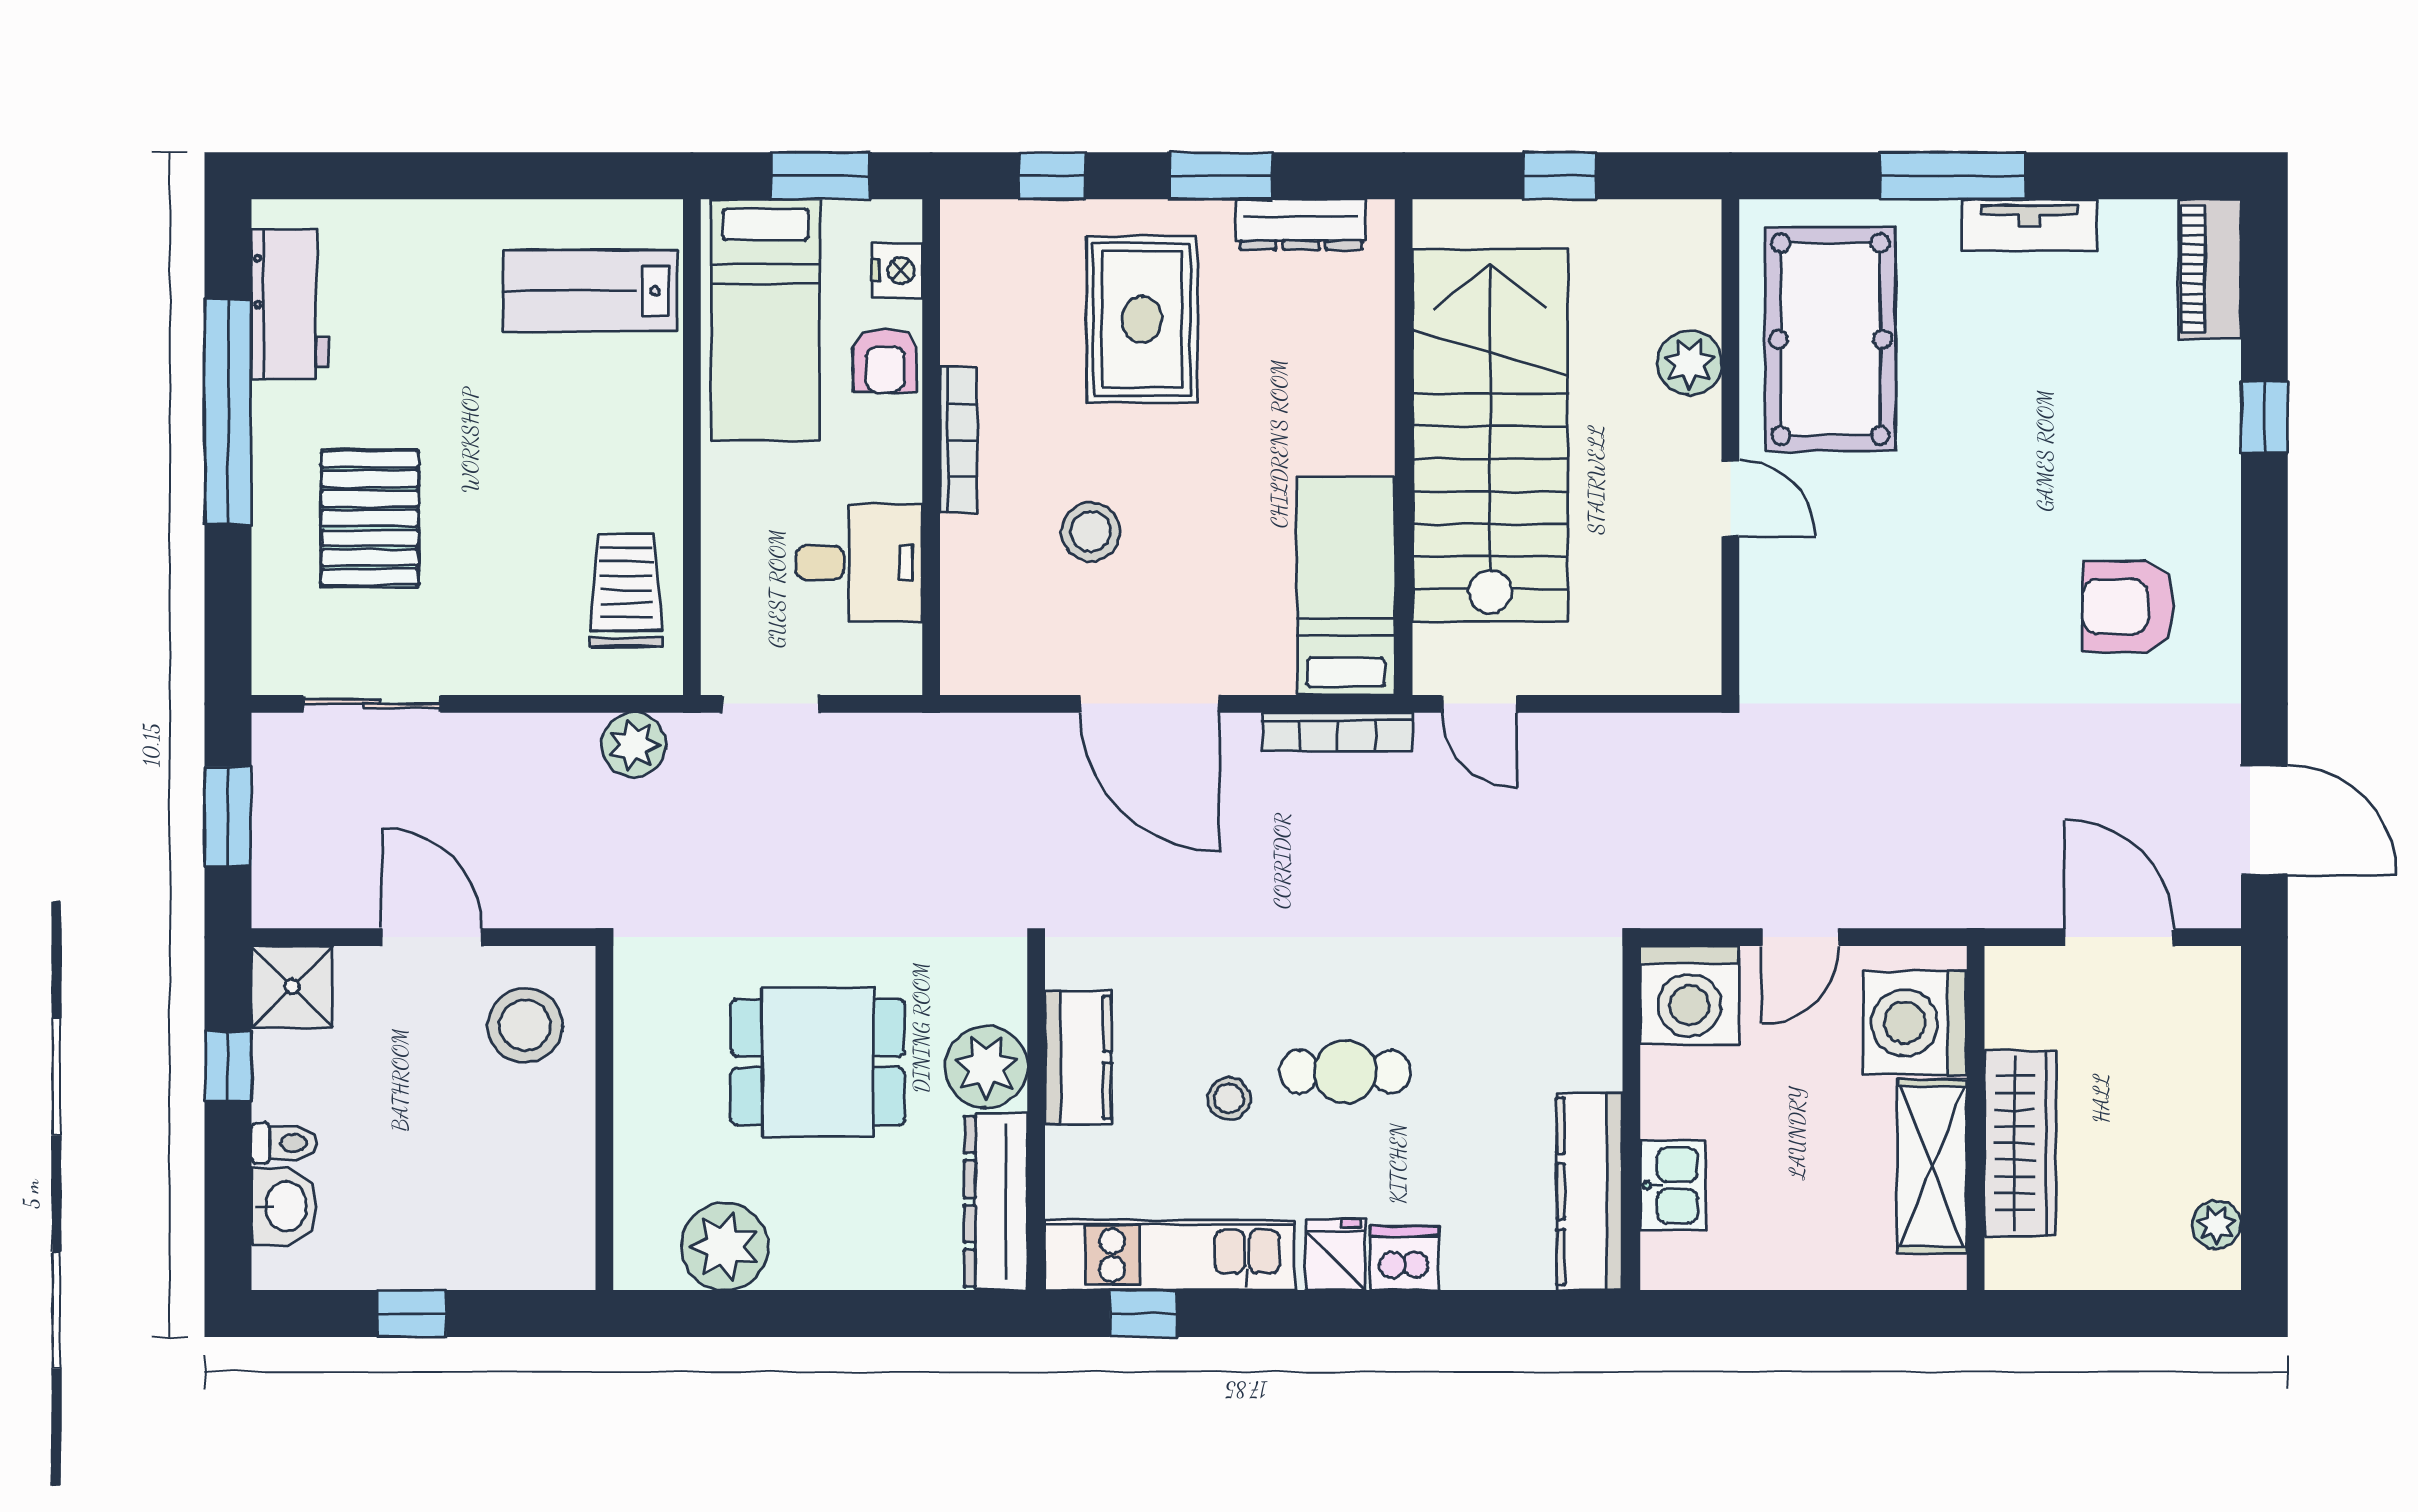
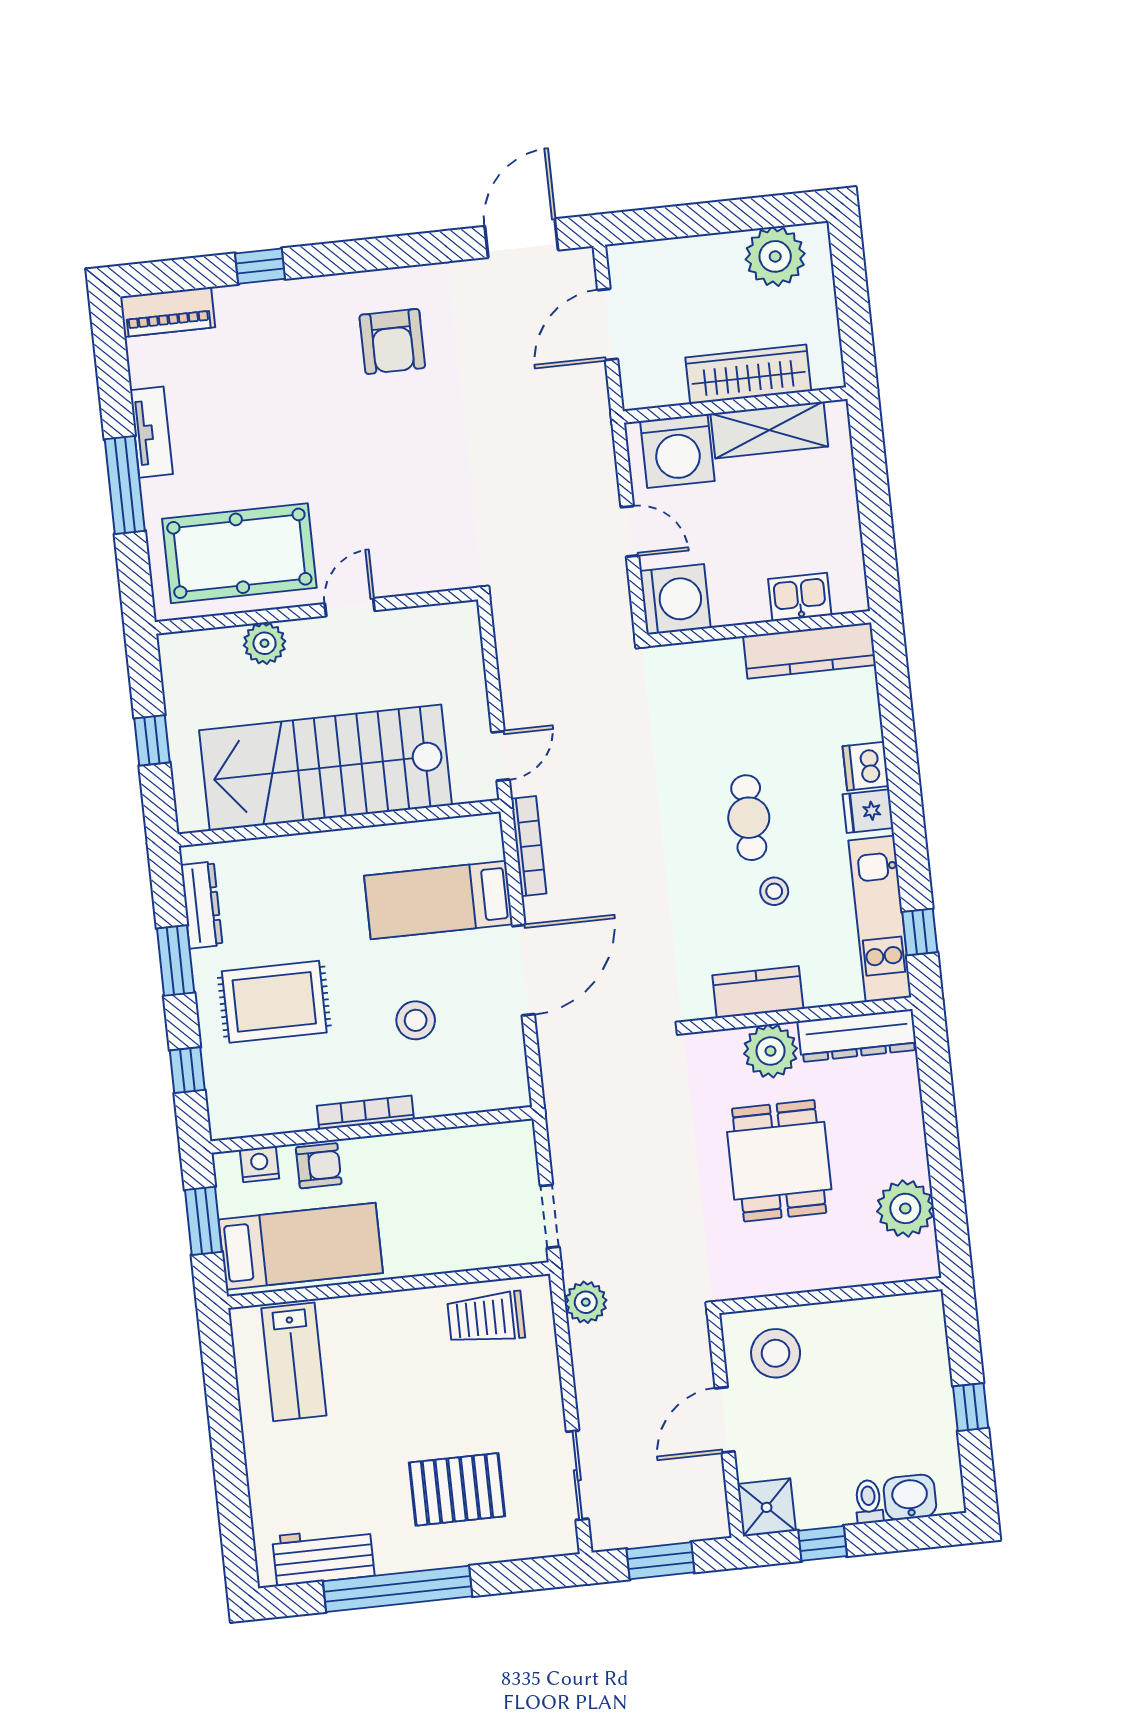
desk: (859, 563) -> (452, 1169), removed
bed: (1346, 586) -> (438, 900), moved
plant: (2217, 1225) -> (775, 256), width x1.88, depth x1.88

